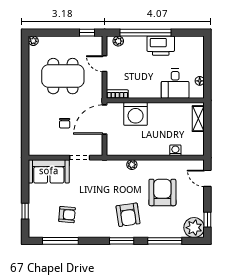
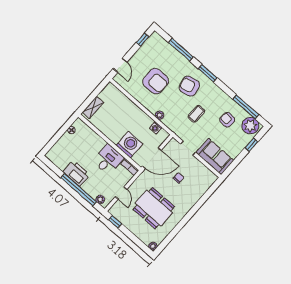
desk: (175, 84) -> (108, 159), moved
washing machine: (175, 150) -> (156, 128), moved
armchair: (162, 192) -> (156, 81), turned -90
coffee table: (100, 195) -> (196, 114), added
armchair: (128, 215) -> (189, 86), turned -94
plant: (194, 228) -> (250, 126), moved

